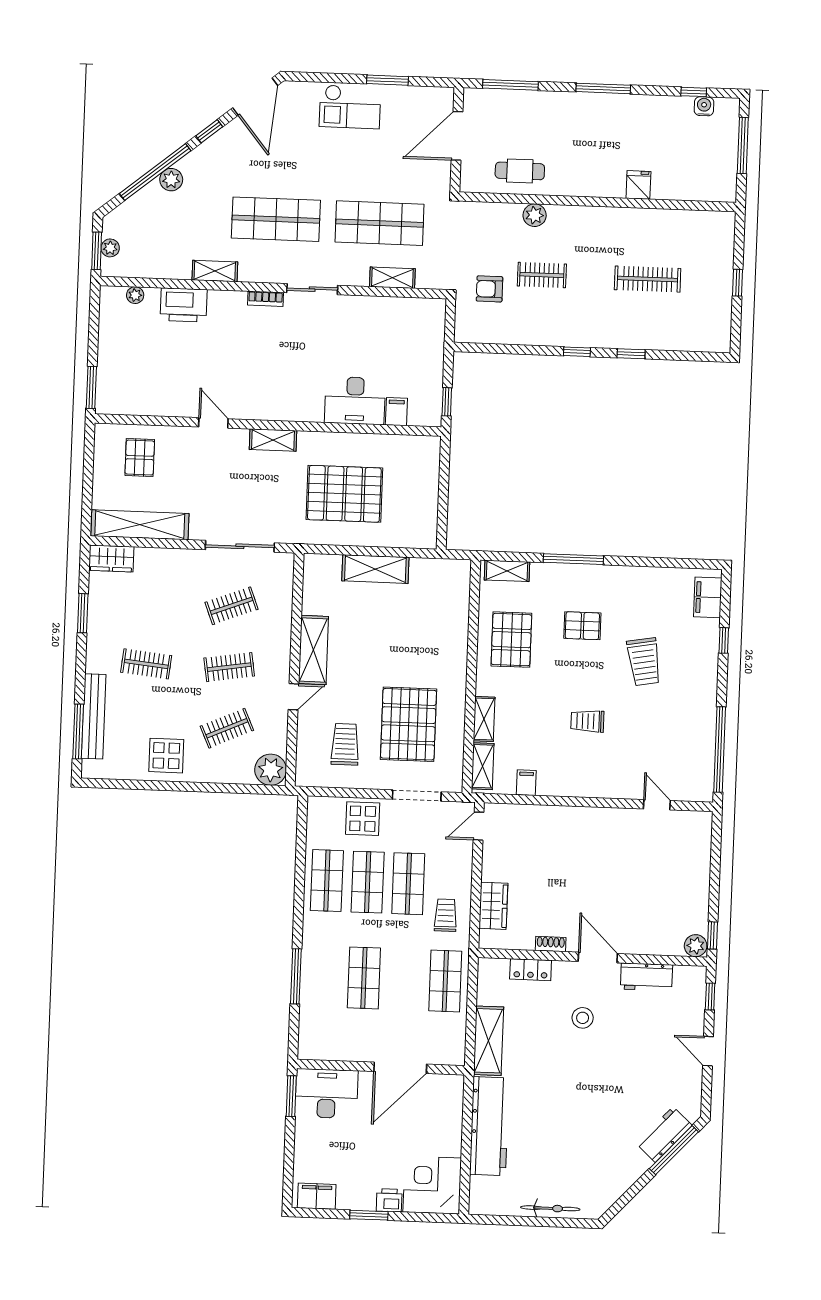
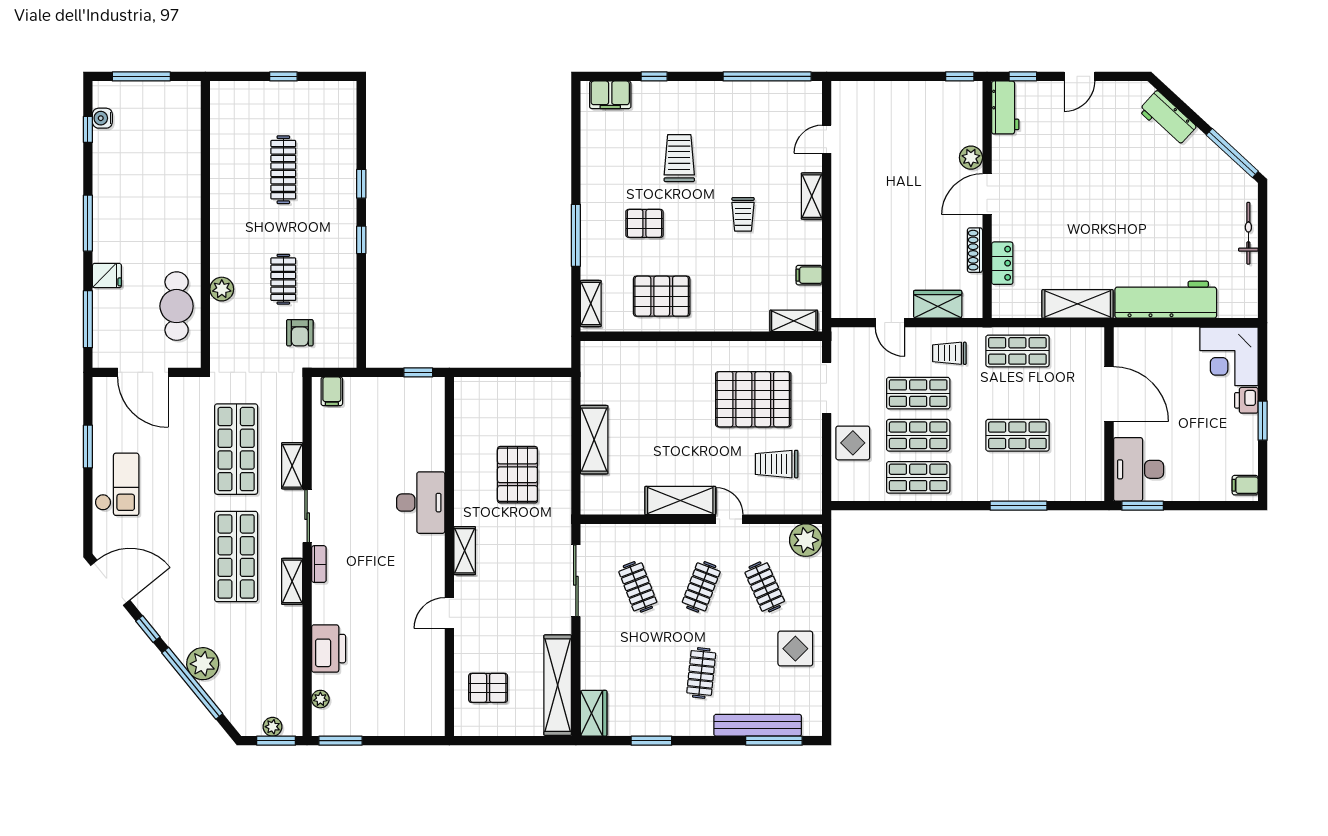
cafe table: (520, 171) -> (177, 306), width x1.37, depth x1.35
plant: (171, 180) -> (203, 664), width x1.36, depth x1.36
fridge: (638, 185) -> (107, 276), moved, turned 180
shelving: (215, 271) -> (292, 581), moved
shelving: (392, 278) -> (292, 466), moved
window: (91, 387) -> (340, 741), moved
desk: (355, 401) -> (421, 503), moved
filing cabinet: (396, 412) -> (332, 391), moved, turned -90
pallet: (344, 494) -> (517, 475), width x0.73, depth x0.71
pallet: (582, 626) -> (644, 223), turned 90
trolley: (644, 662) -> (679, 158), turned -80
clothes rail: (229, 667) -> (701, 587), turned 30
shelving: (484, 719) -> (812, 196), moved, turned 90
door: (479, 826) -> (890, 323), moved
shoe rack: (551, 944) -> (975, 250), width x1.43
plant: (696, 946) -> (971, 158), moved
workbench: (646, 977) -> (1005, 107), moved
stool: (583, 1018) -> (1050, 208), removed
window: (674, 1150) -> (1232, 153), moved
filing cabinet: (317, 1196) -> (1245, 485), width x0.50

